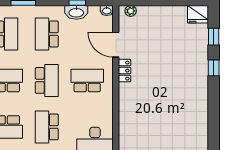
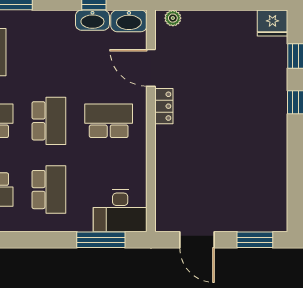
washbasin: (107, 11) -> (129, 21), width x1.91, depth x1.45
school desk: (47, 34) -> (49, 52), removed
school desk: (47, 127) -> (49, 190), turned 180

